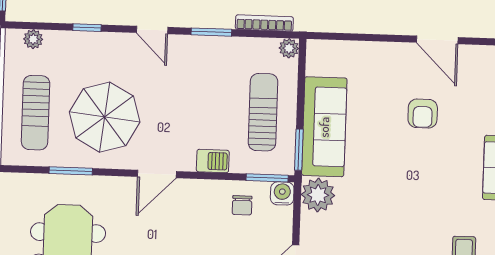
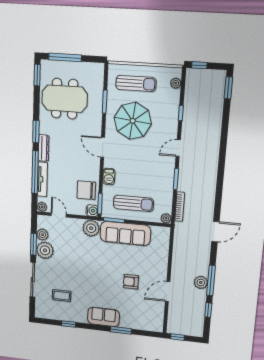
sun lounger: (36, 113) -> (136, 83), turned 180
chair: (242, 205) -> (86, 190), width x1.87, depth x1.87

